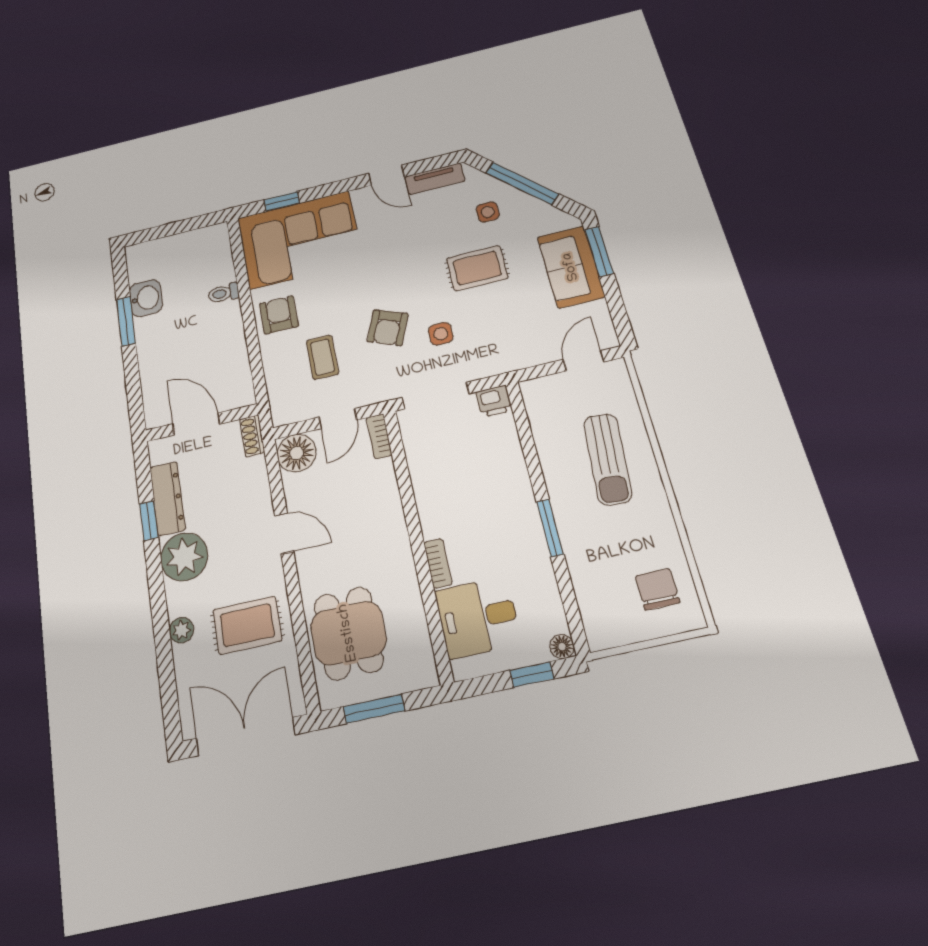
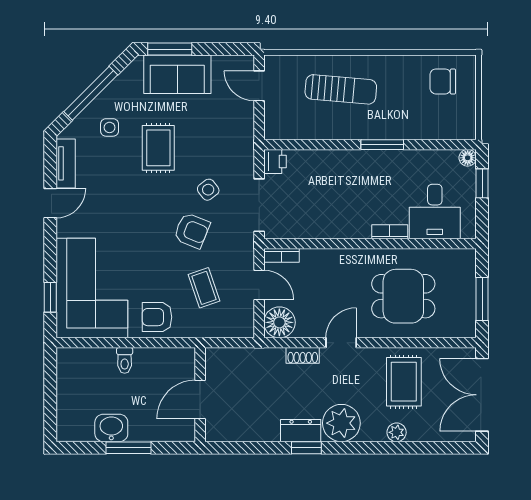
side table: (441, 334) -> (208, 190), turned -38
coffee table: (322, 357) -> (204, 288), turned 71
wall: (202, 423) -> (200, 395), moved
door: (196, 424) -> (200, 399), moved
shoe rack: (252, 436) -> (303, 355), moved
dresser: (168, 499) -> (301, 431), width x0.70
dining table: (348, 633) -> (403, 296), moved

